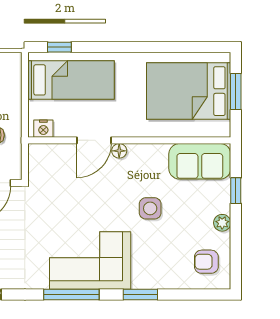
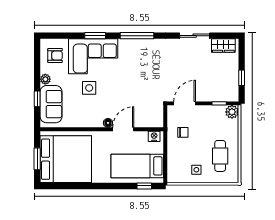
bed: (189, 91) -> (66, 159), width x1.36
sofa: (200, 161) -> (51, 104), moved, turned 90
corner sofa: (90, 261) -> (93, 56), moved

